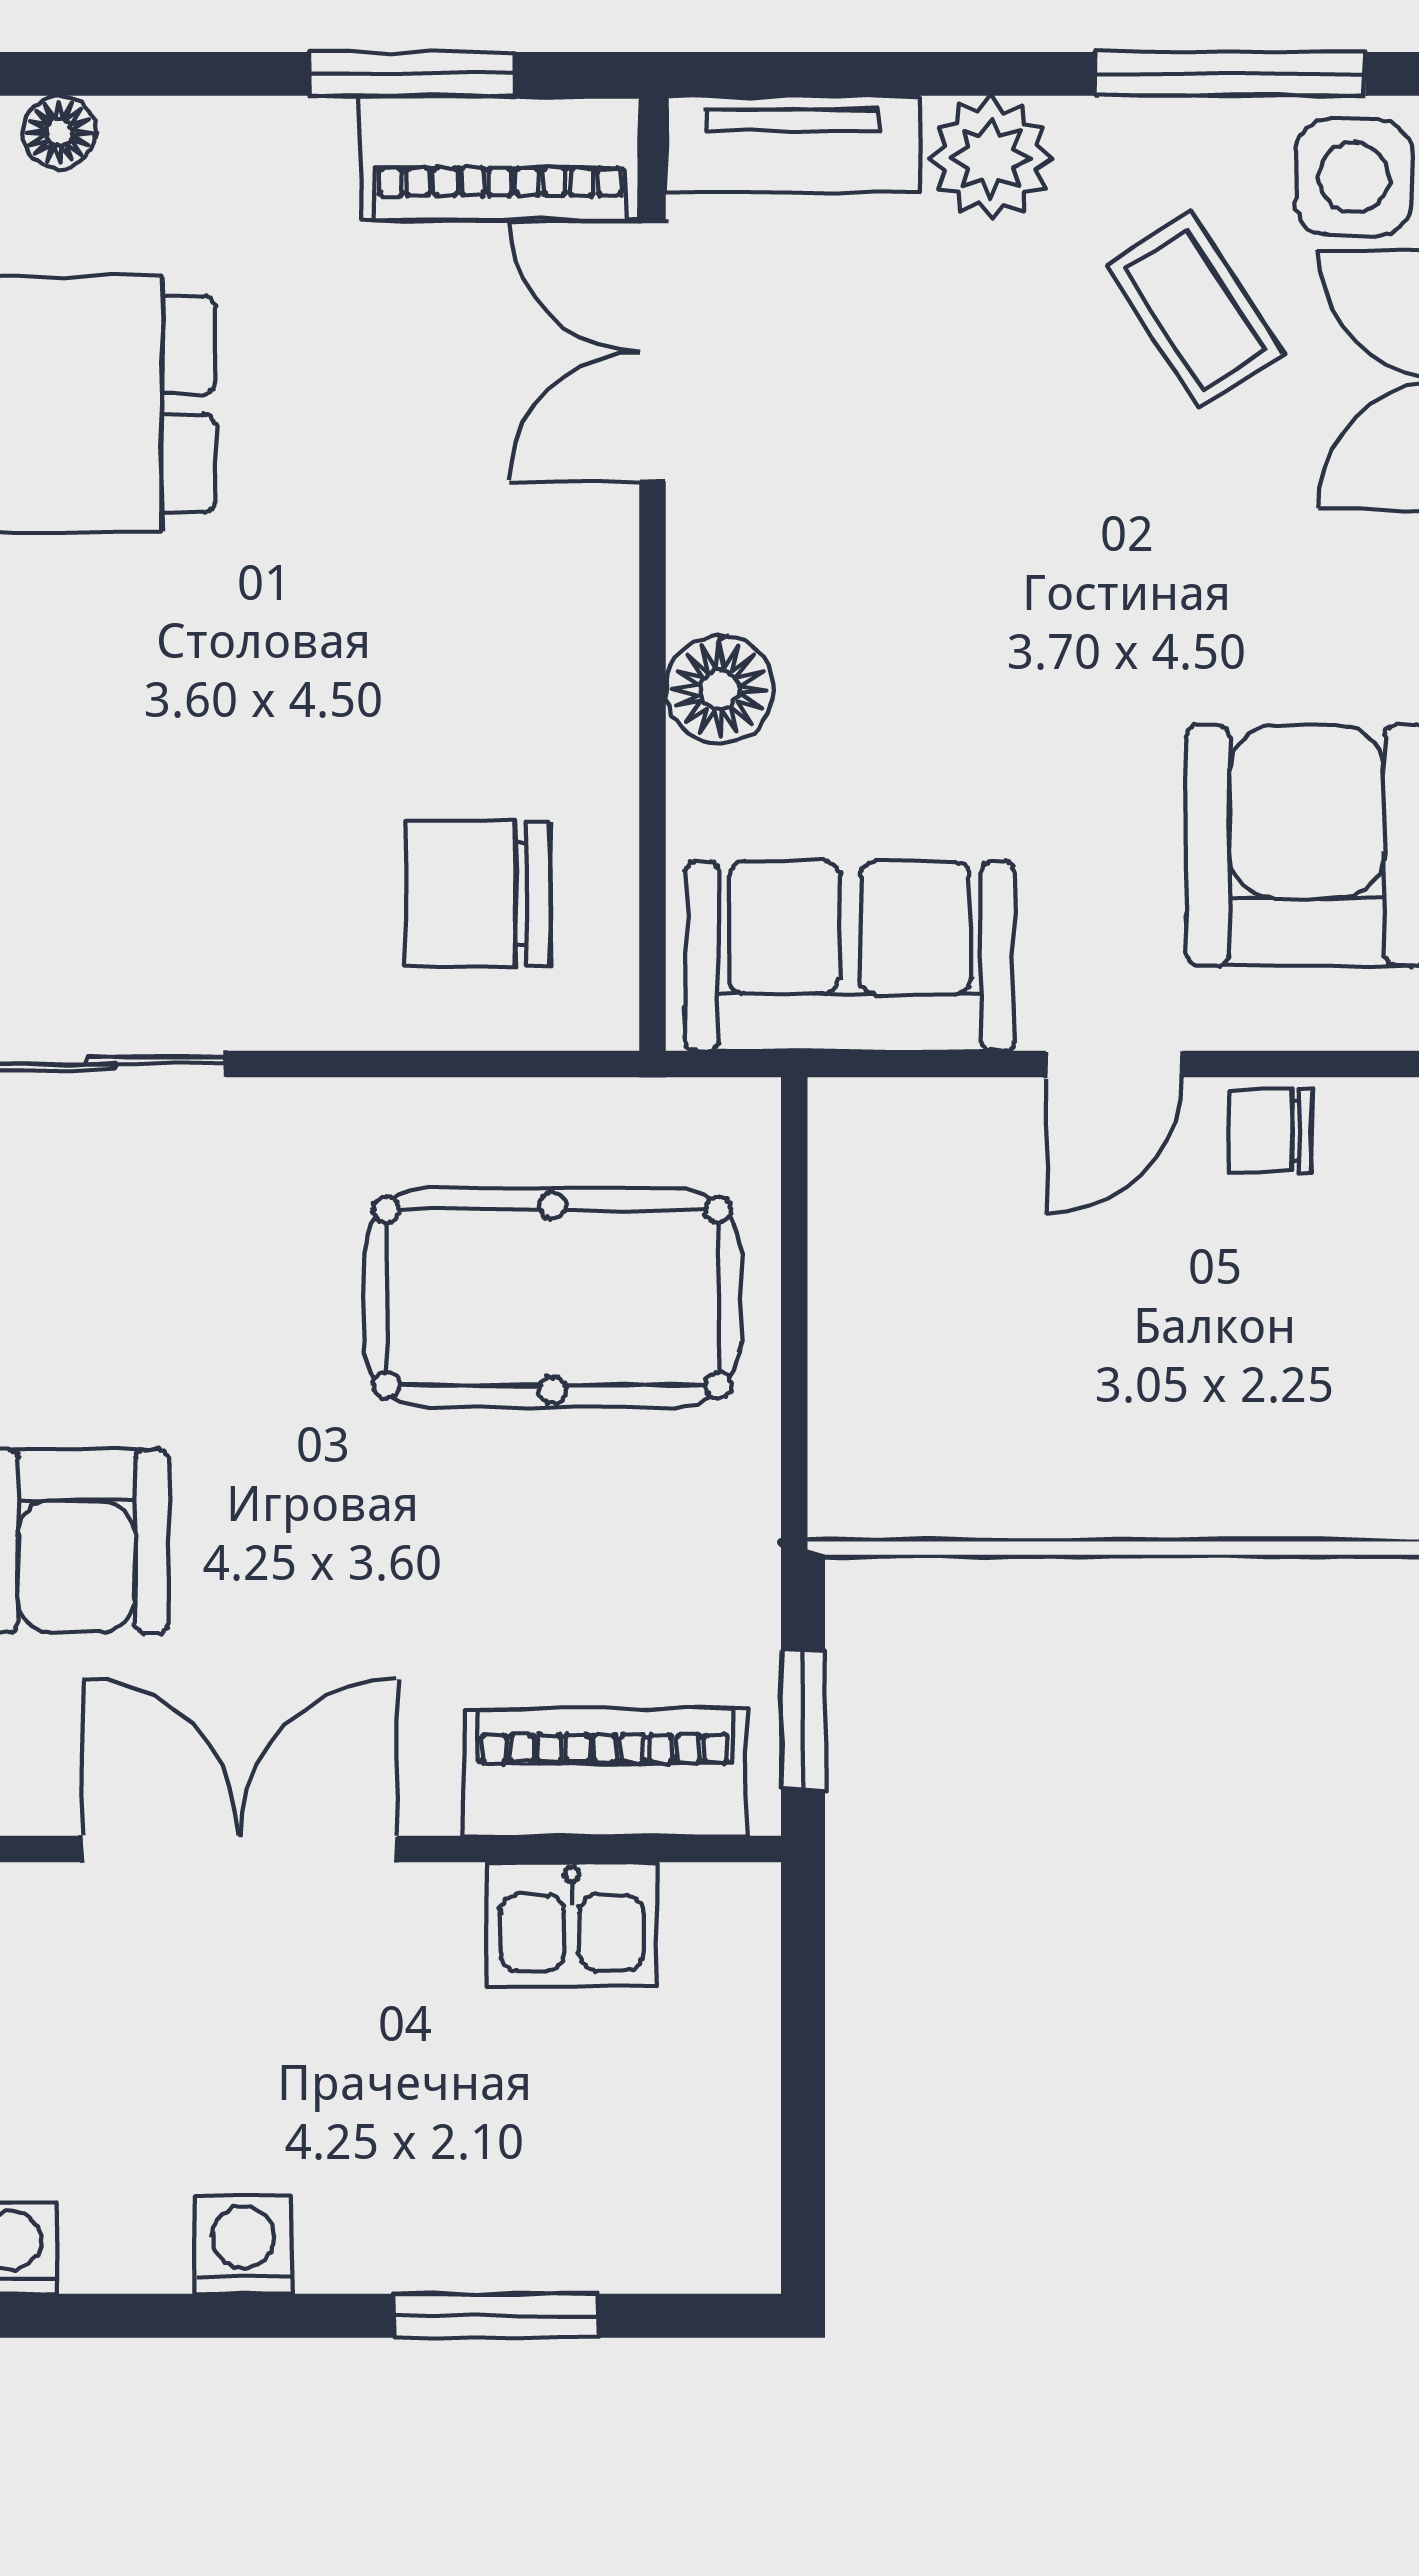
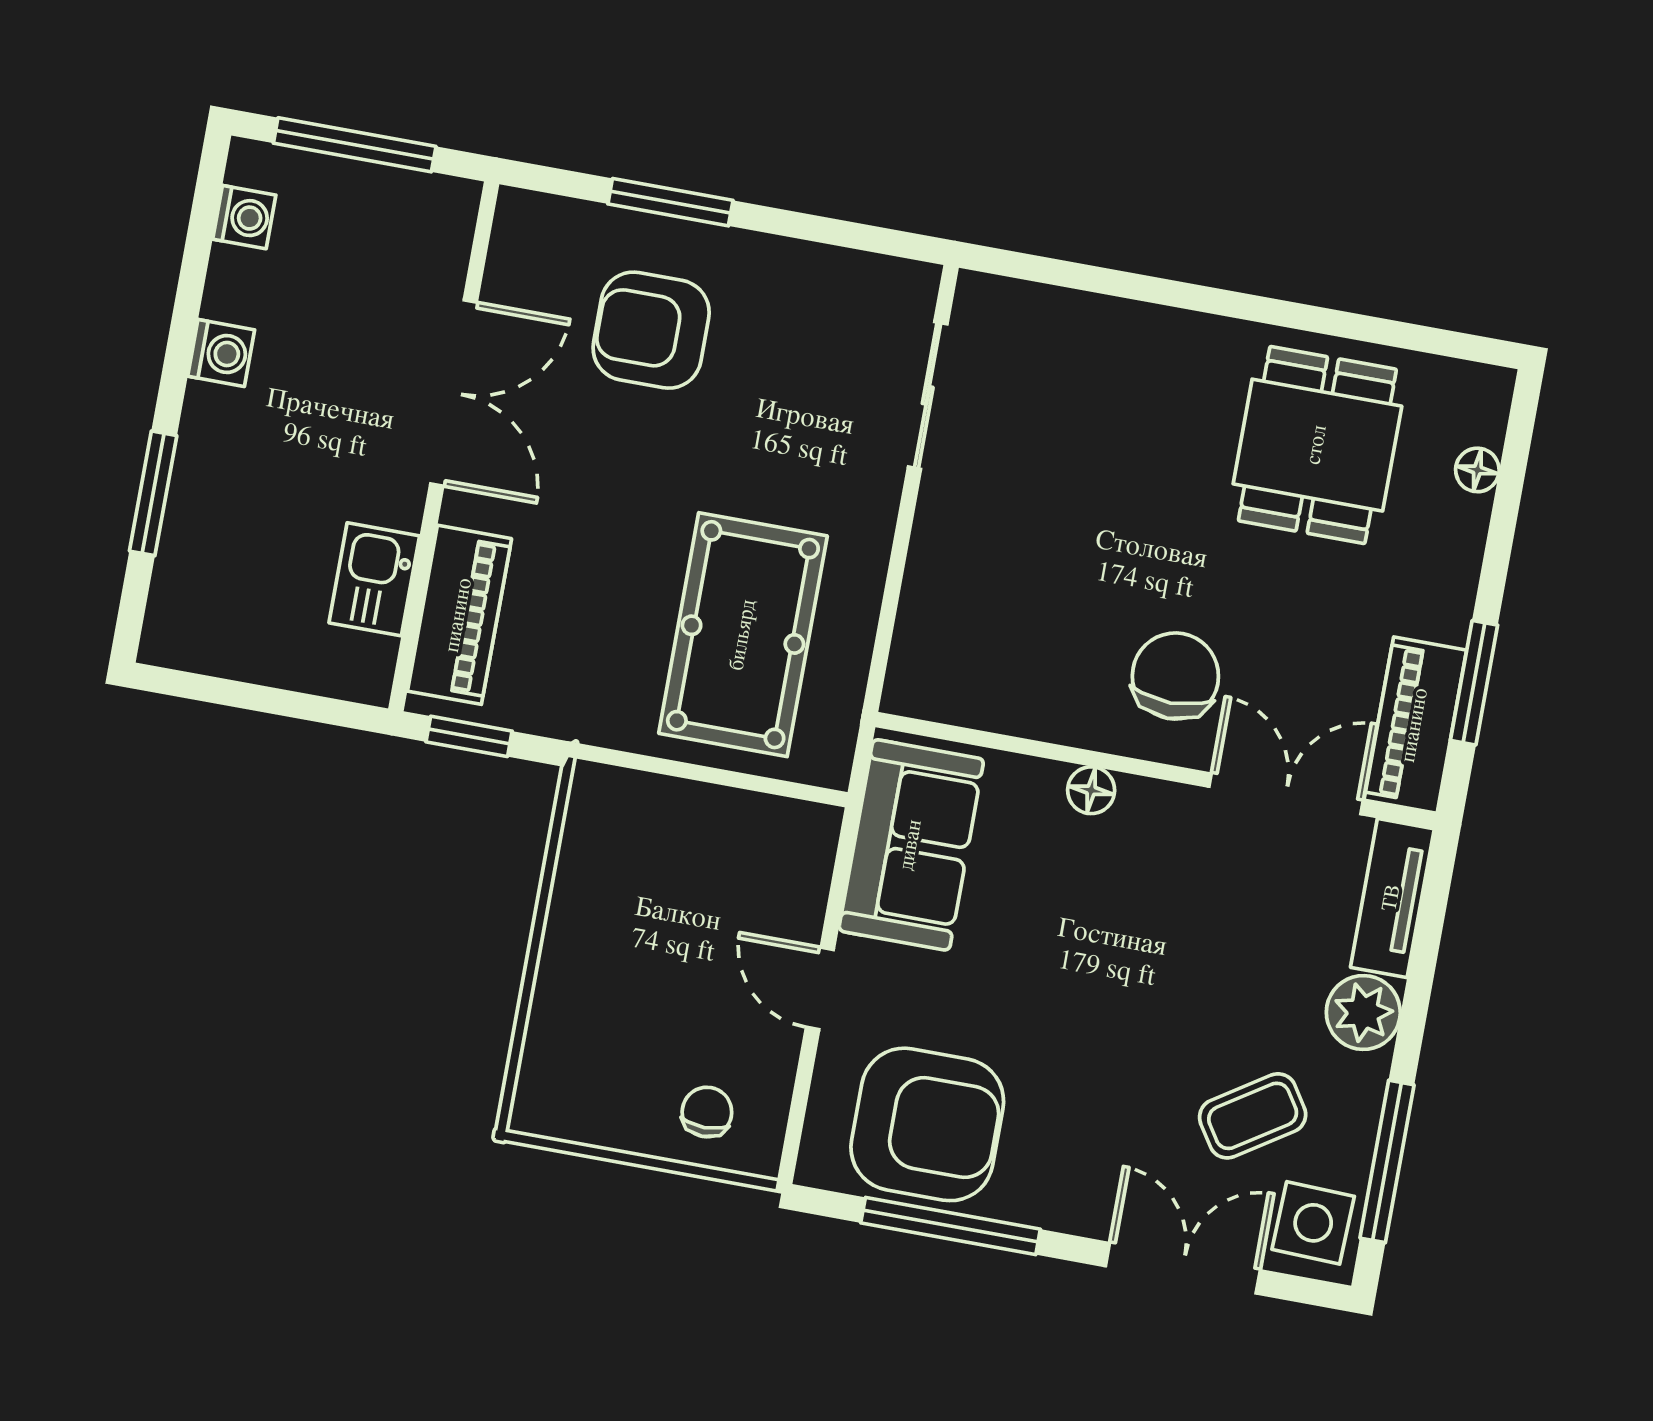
floor lamp: (720, 689) -> (1091, 790), width x0.73, depth x0.73
chair: (478, 894) -> (1175, 676), moved
chair: (1270, 1131) -> (707, 1112), moved

